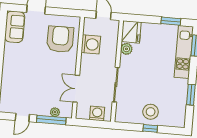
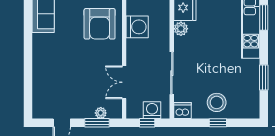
armchair: (60, 39) -> (100, 24), turned 180
dishwasher: (122, 116) -> (182, 111), added
window: (51, 120) -> (97, 123), width x0.69
window: (92, 123) -> (147, 123), added

